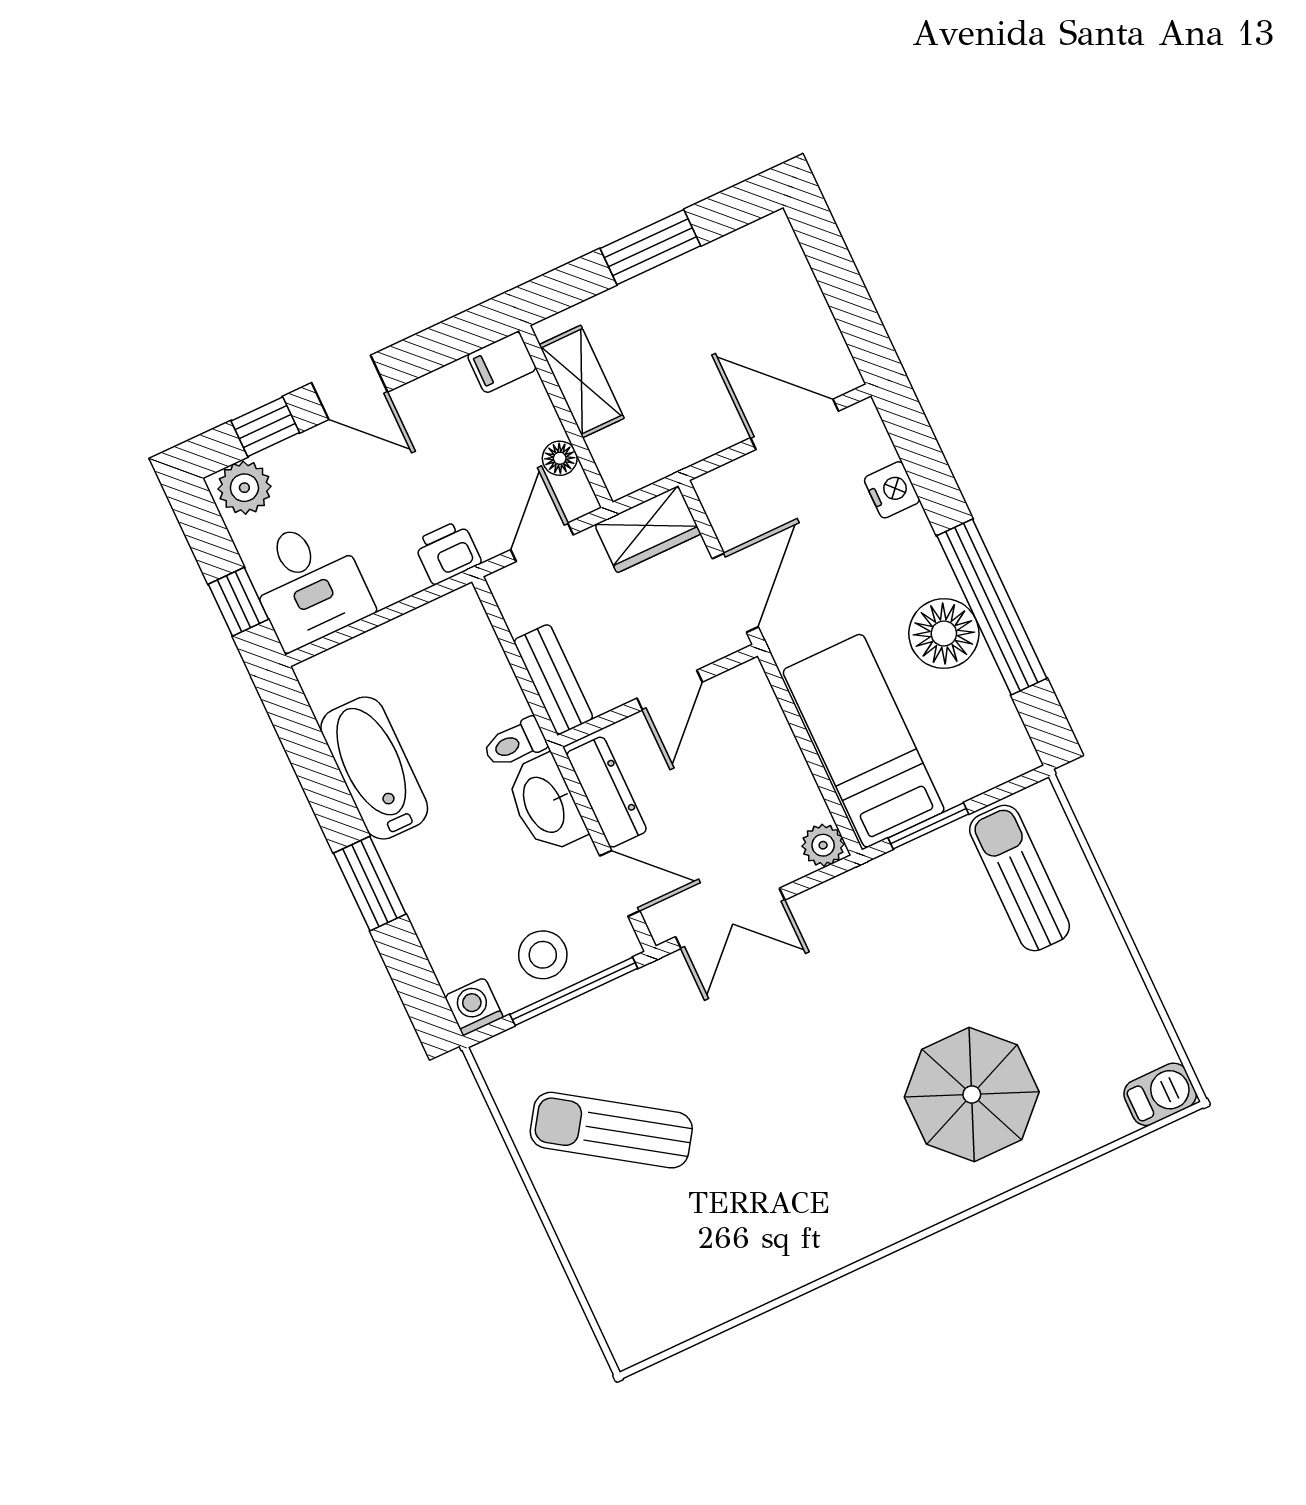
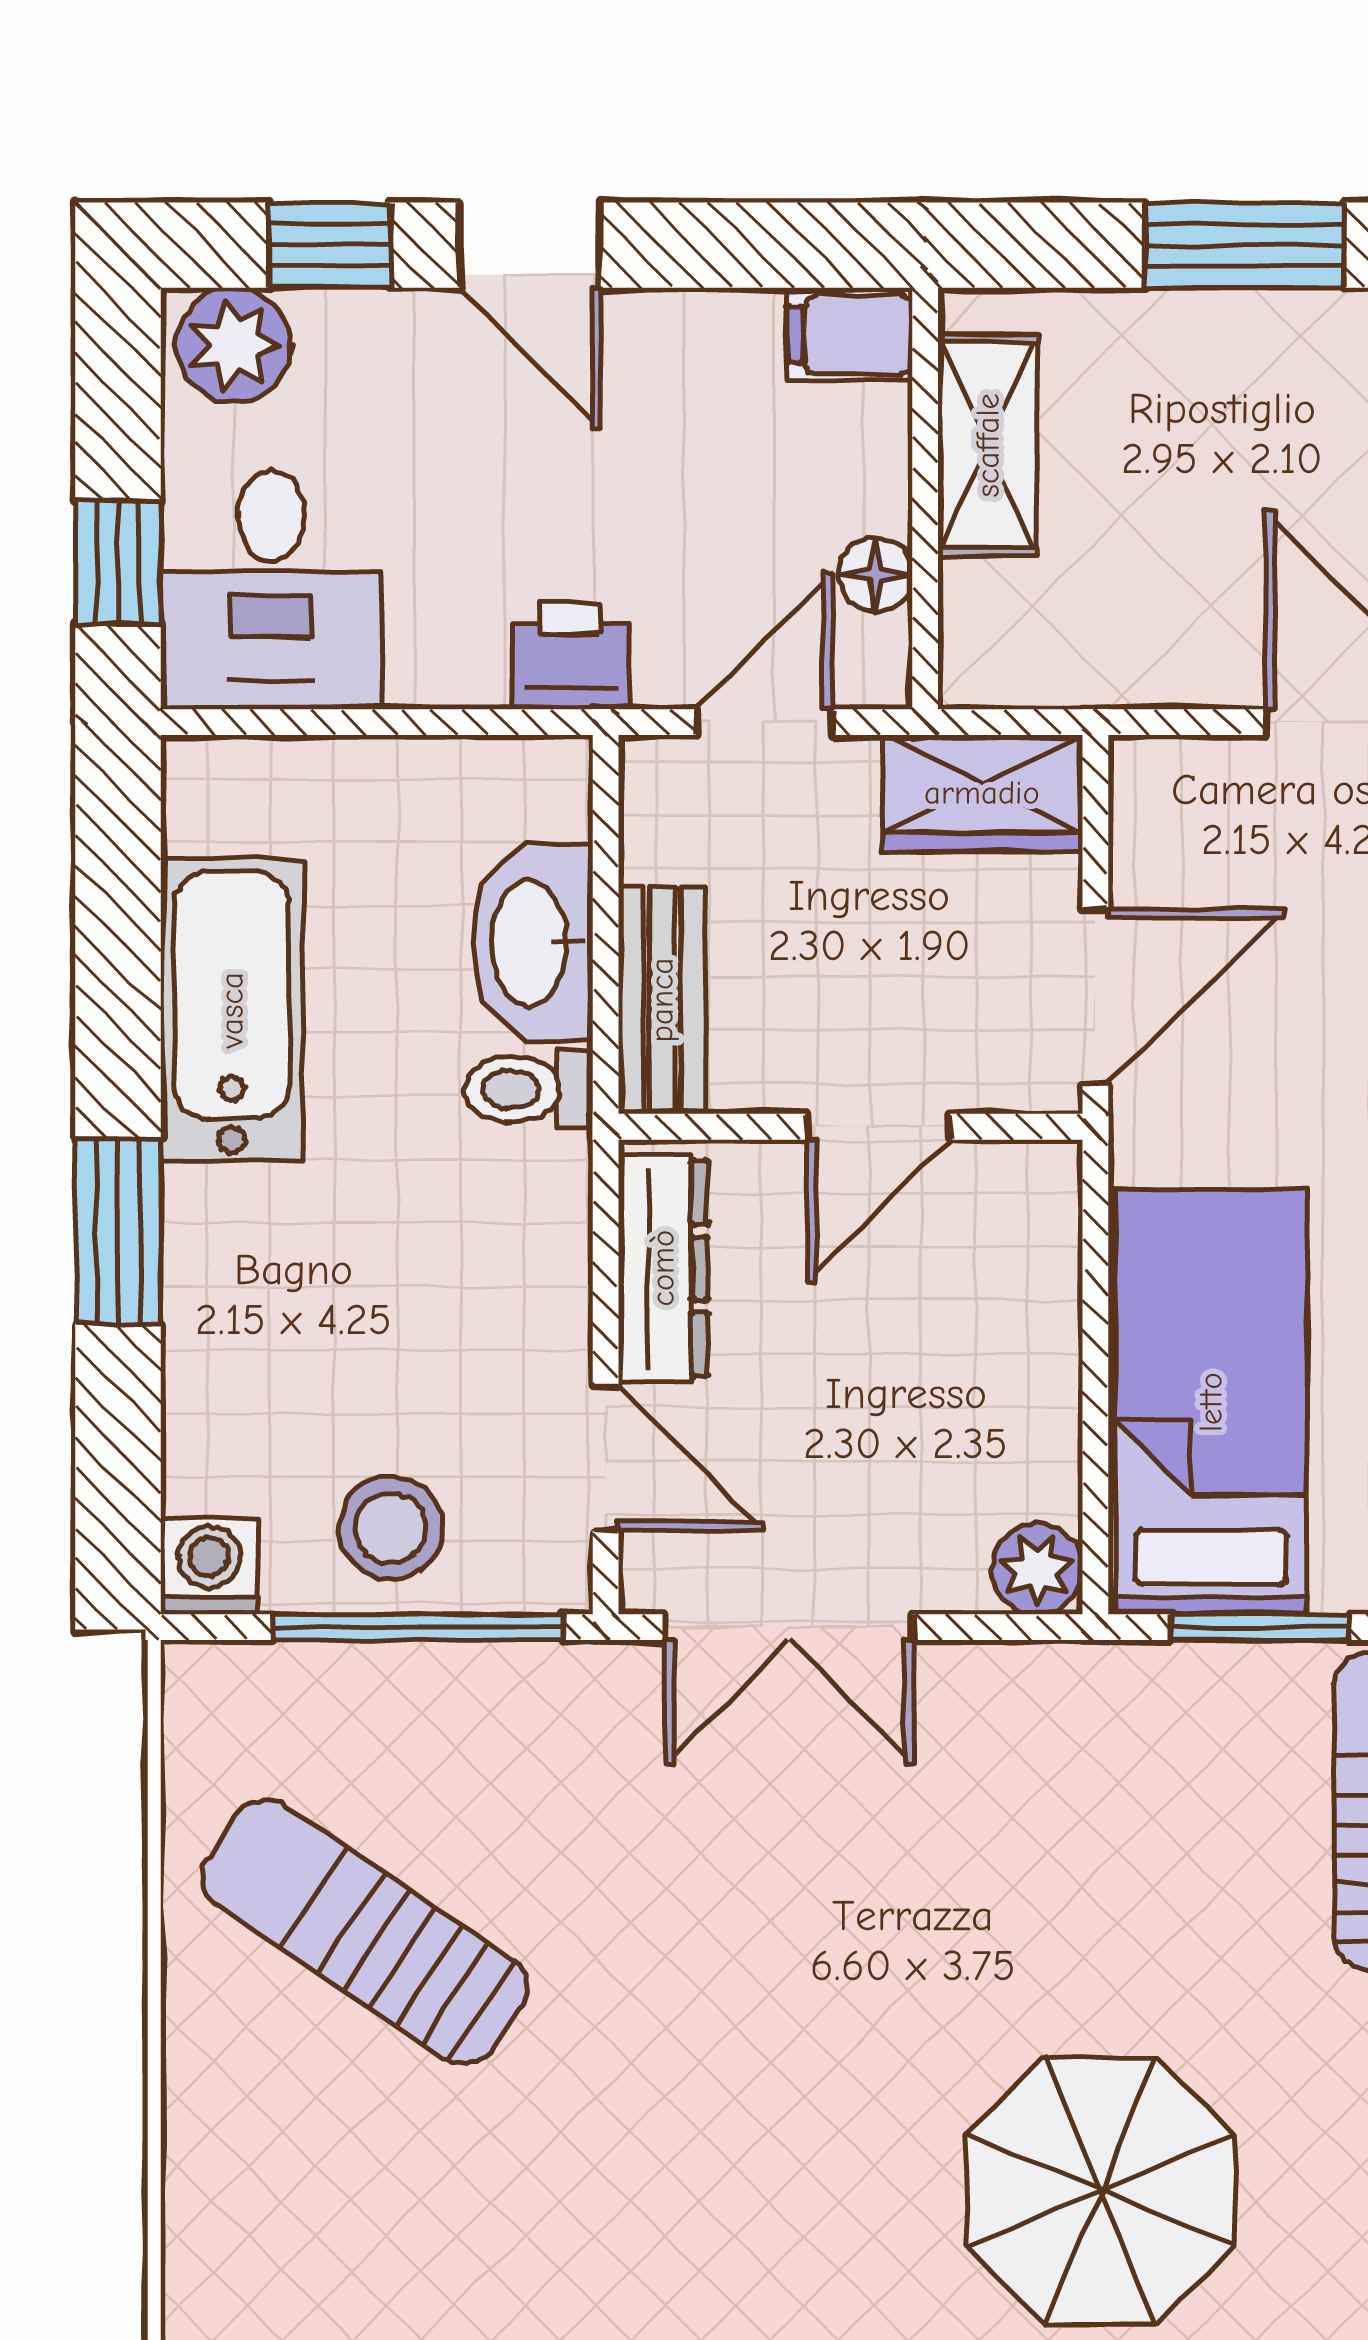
washbasin: (545, 804) -> (532, 943), moved

